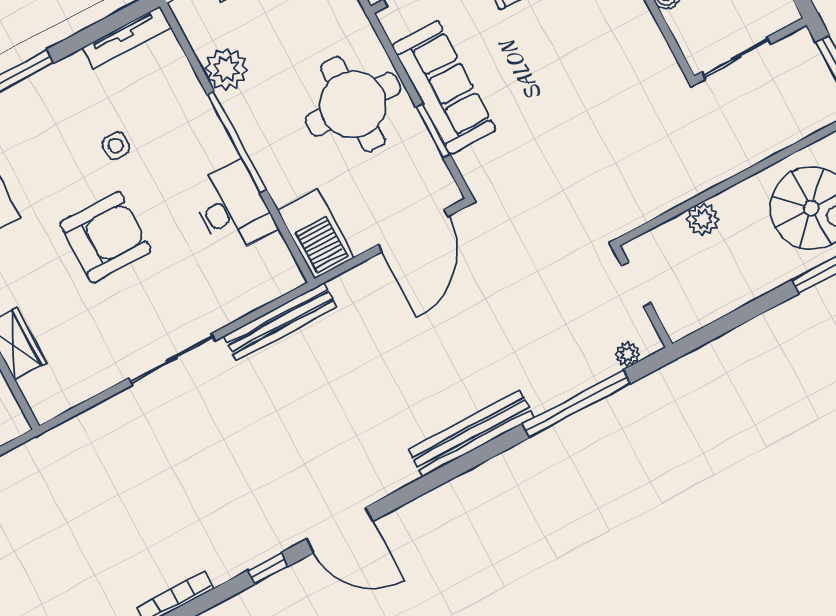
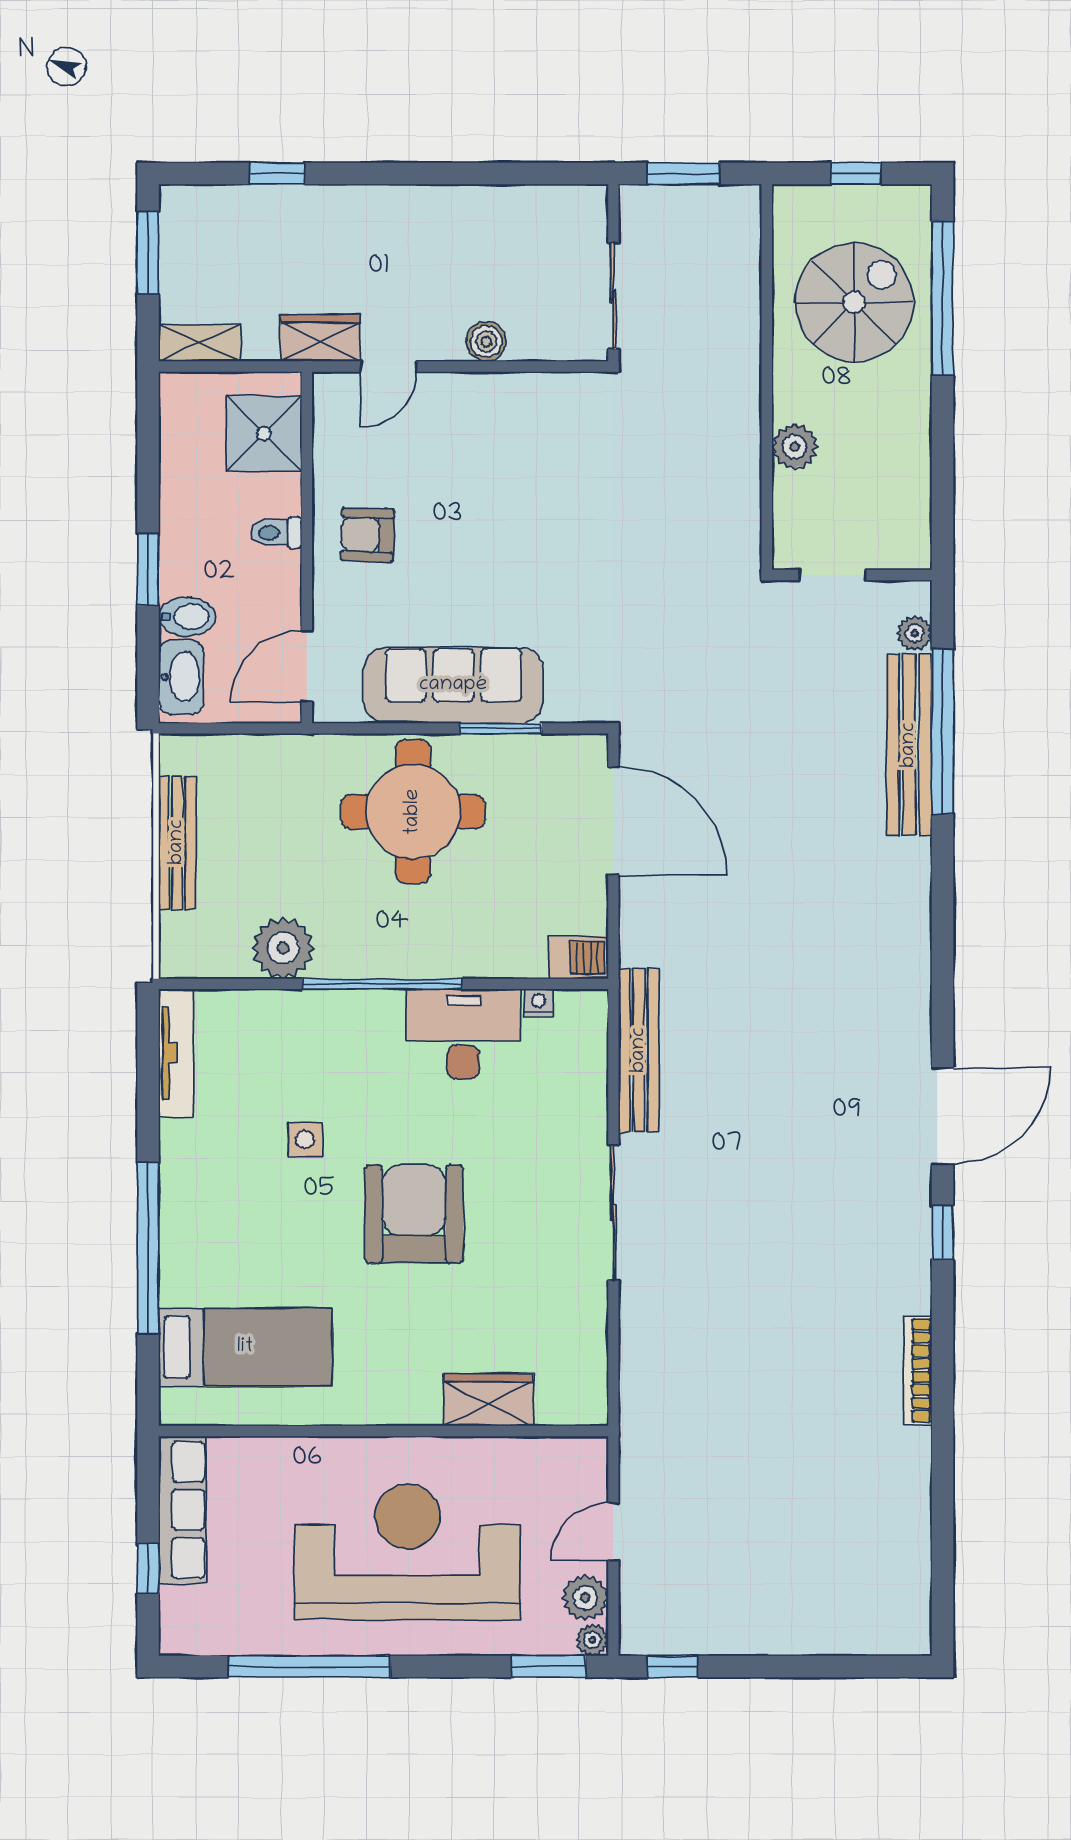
barbecue: (316, 234) -> (578, 958), width x0.53, depth x0.65
nightstand: (277, 244) -> (539, 1003), added
bench: (471, 433) -> (909, 745), moved

